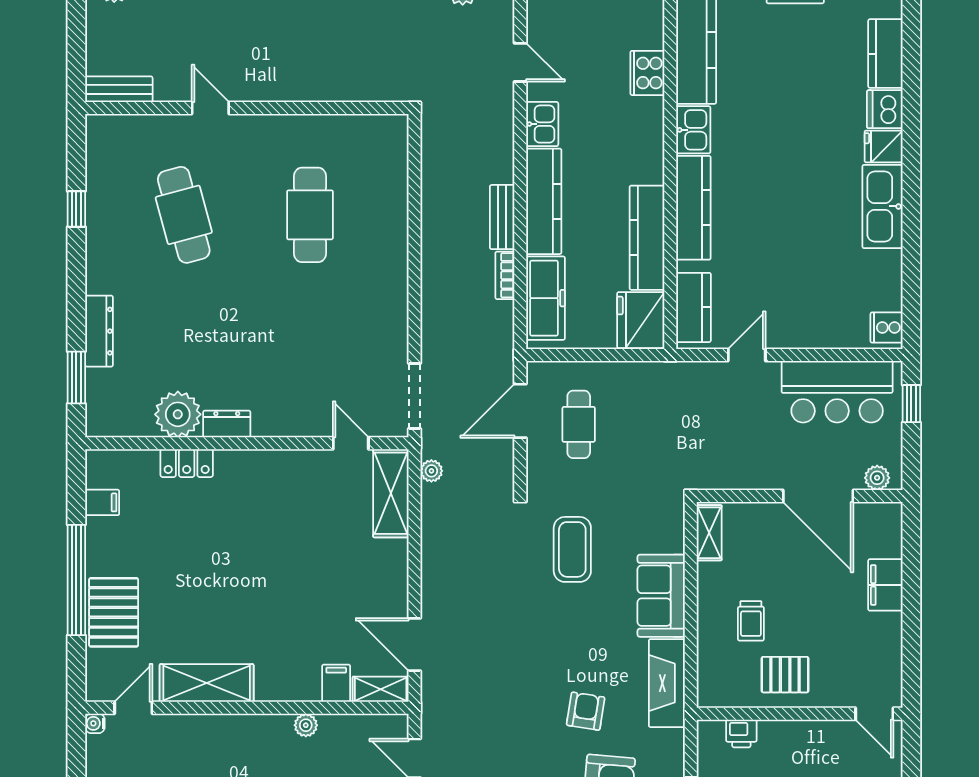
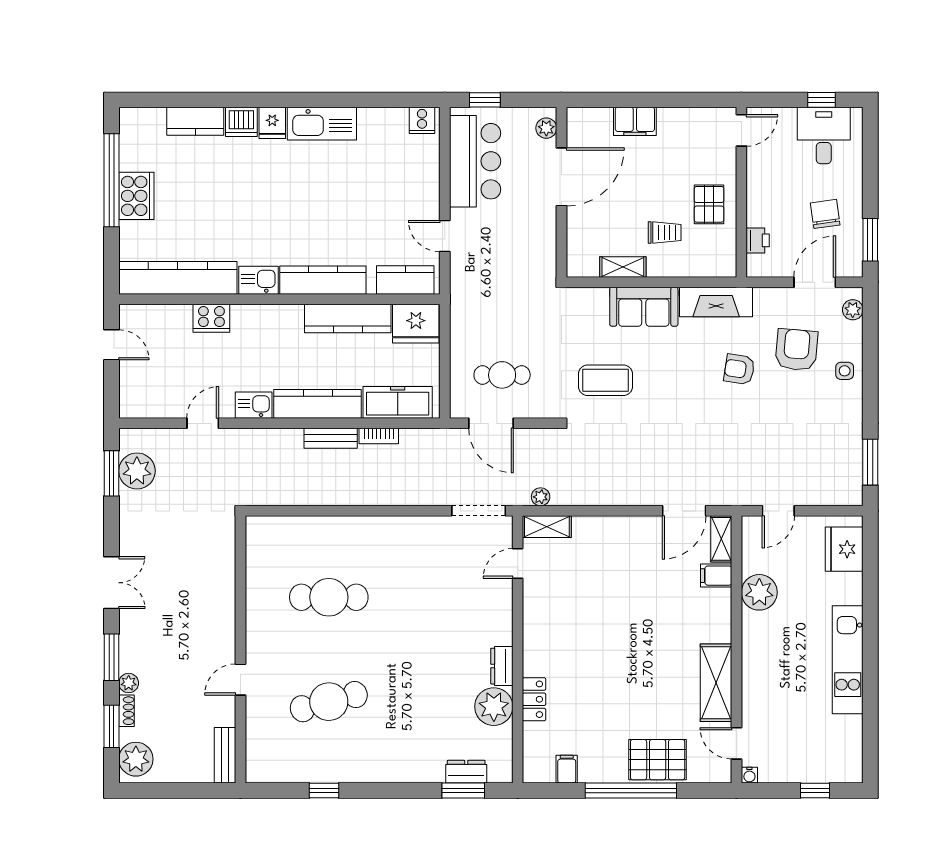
dresser: (99, 331) -> (466, 772), moved, width x0.70
shelving: (391, 493) -> (547, 527), width x0.67, depth x0.75
shelving: (709, 533) -> (623, 267), moved
plant: (306, 725) -> (759, 592), width x1.87, depth x1.87

